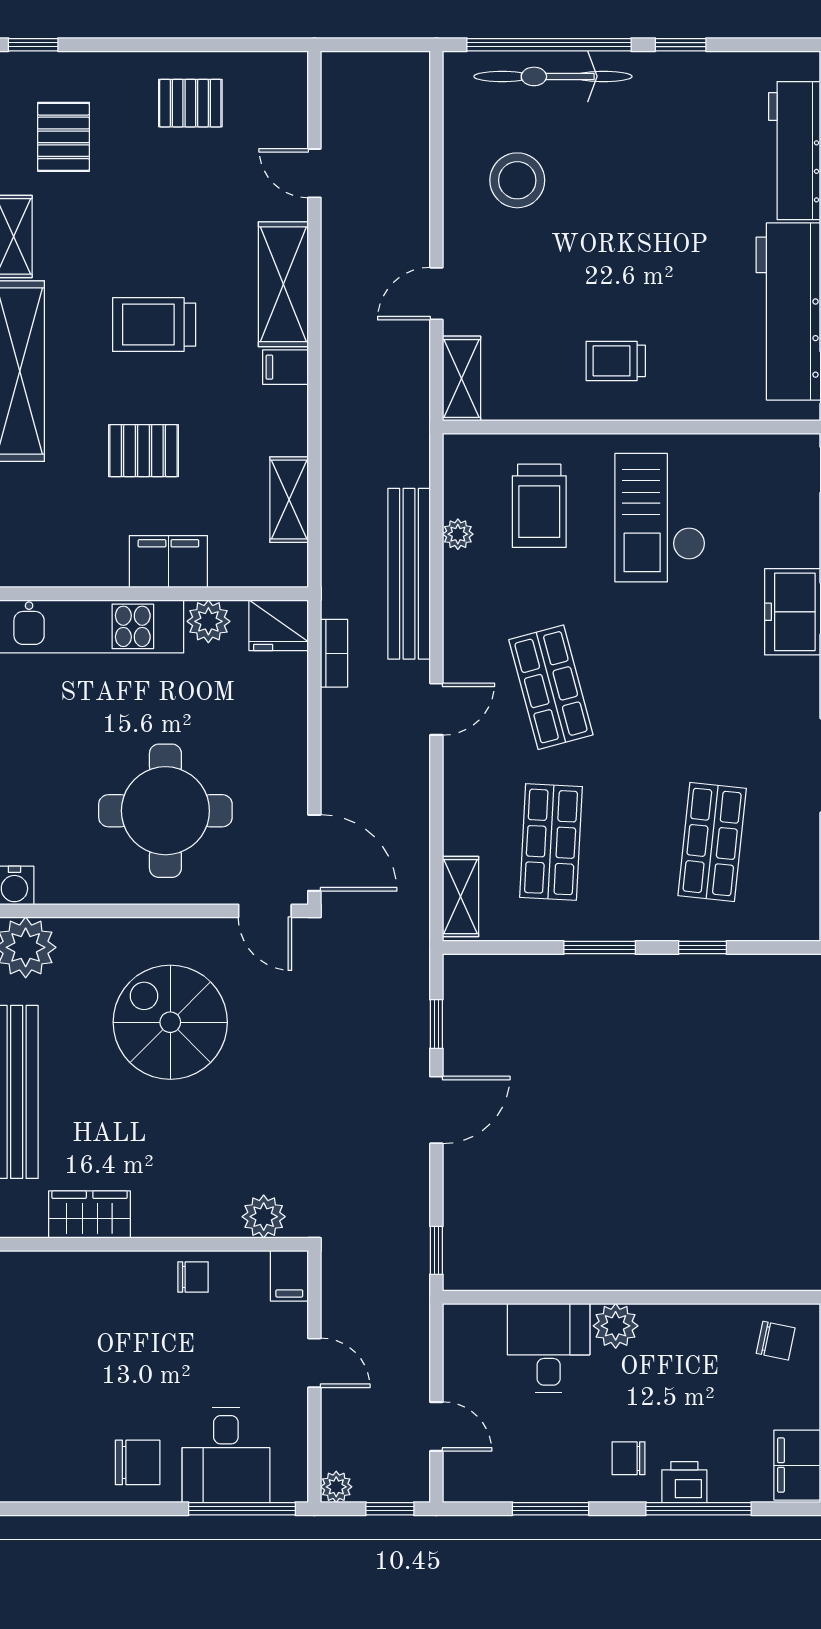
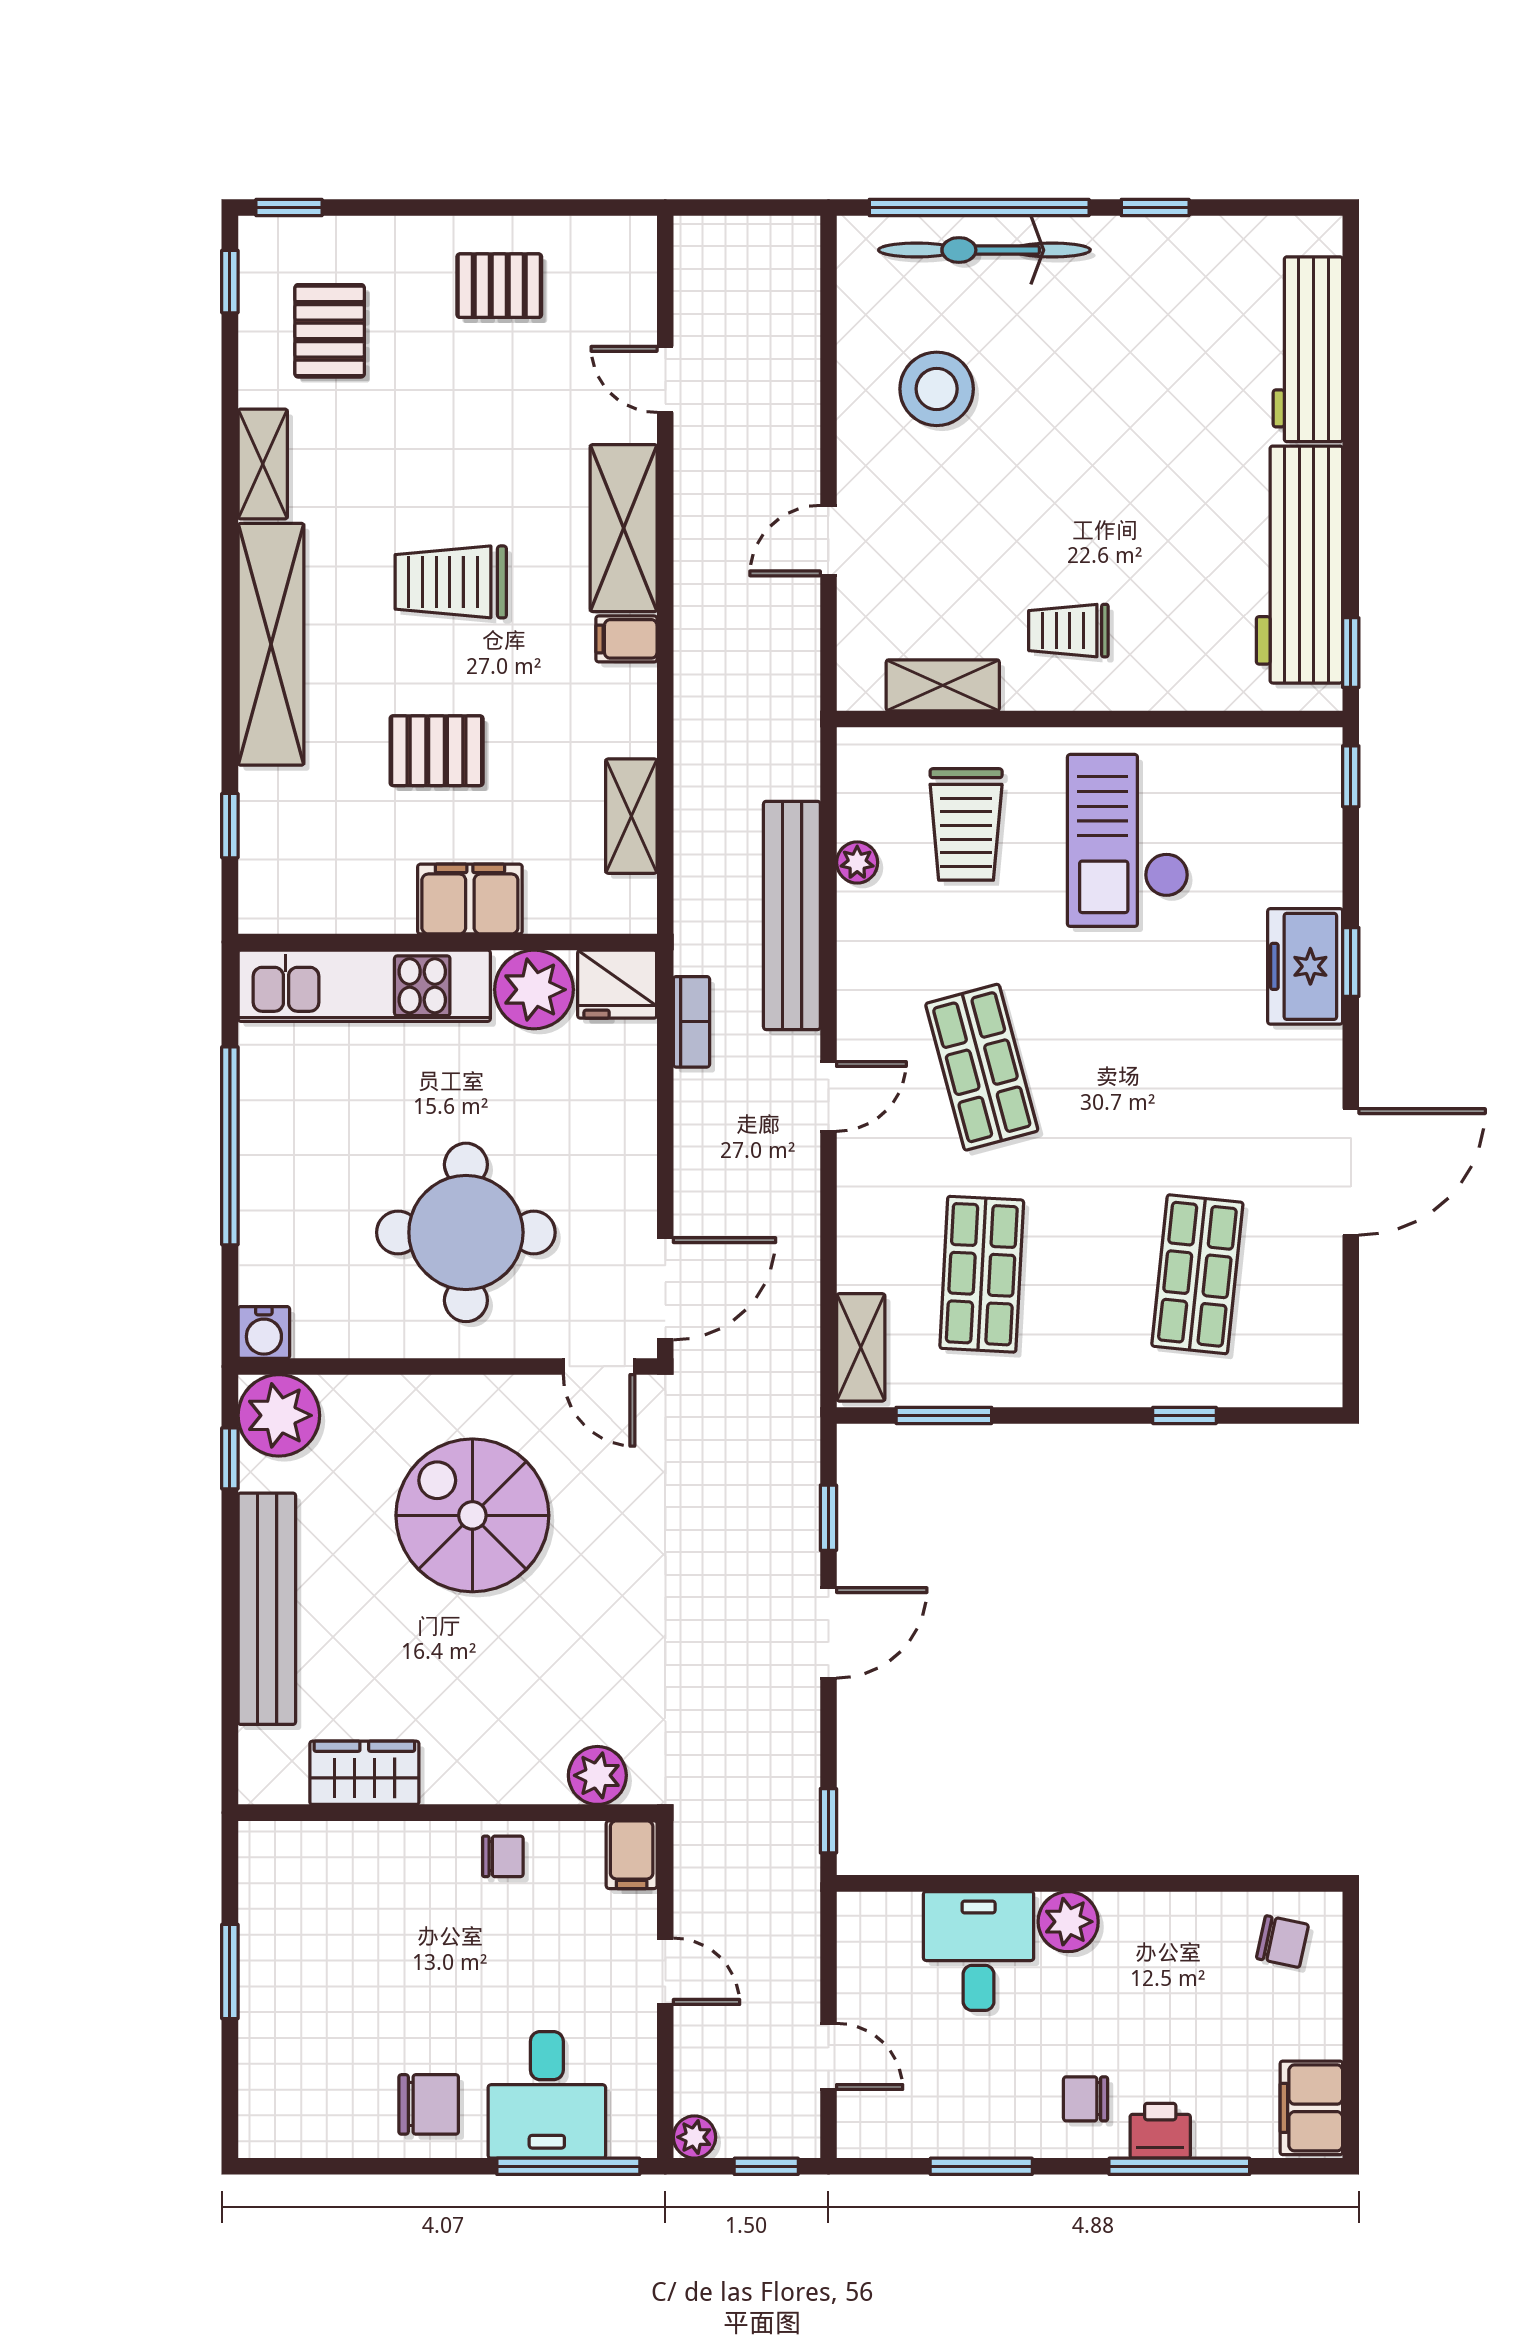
shelving: (461, 379) -> (943, 685), moved, turned 90
plant: (208, 621) -> (534, 990), width x1.36, depth x1.36
door: (314, 853) -> (665, 1289), hinge flipped
window: (600, 947) -> (944, 1415), moved

